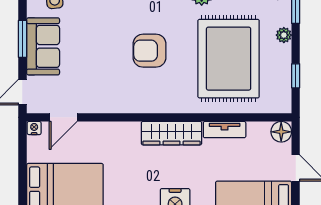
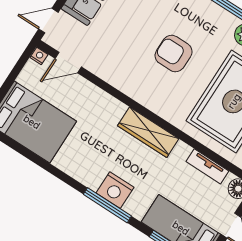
tv unit: (225, 130) -> (207, 166), moved

